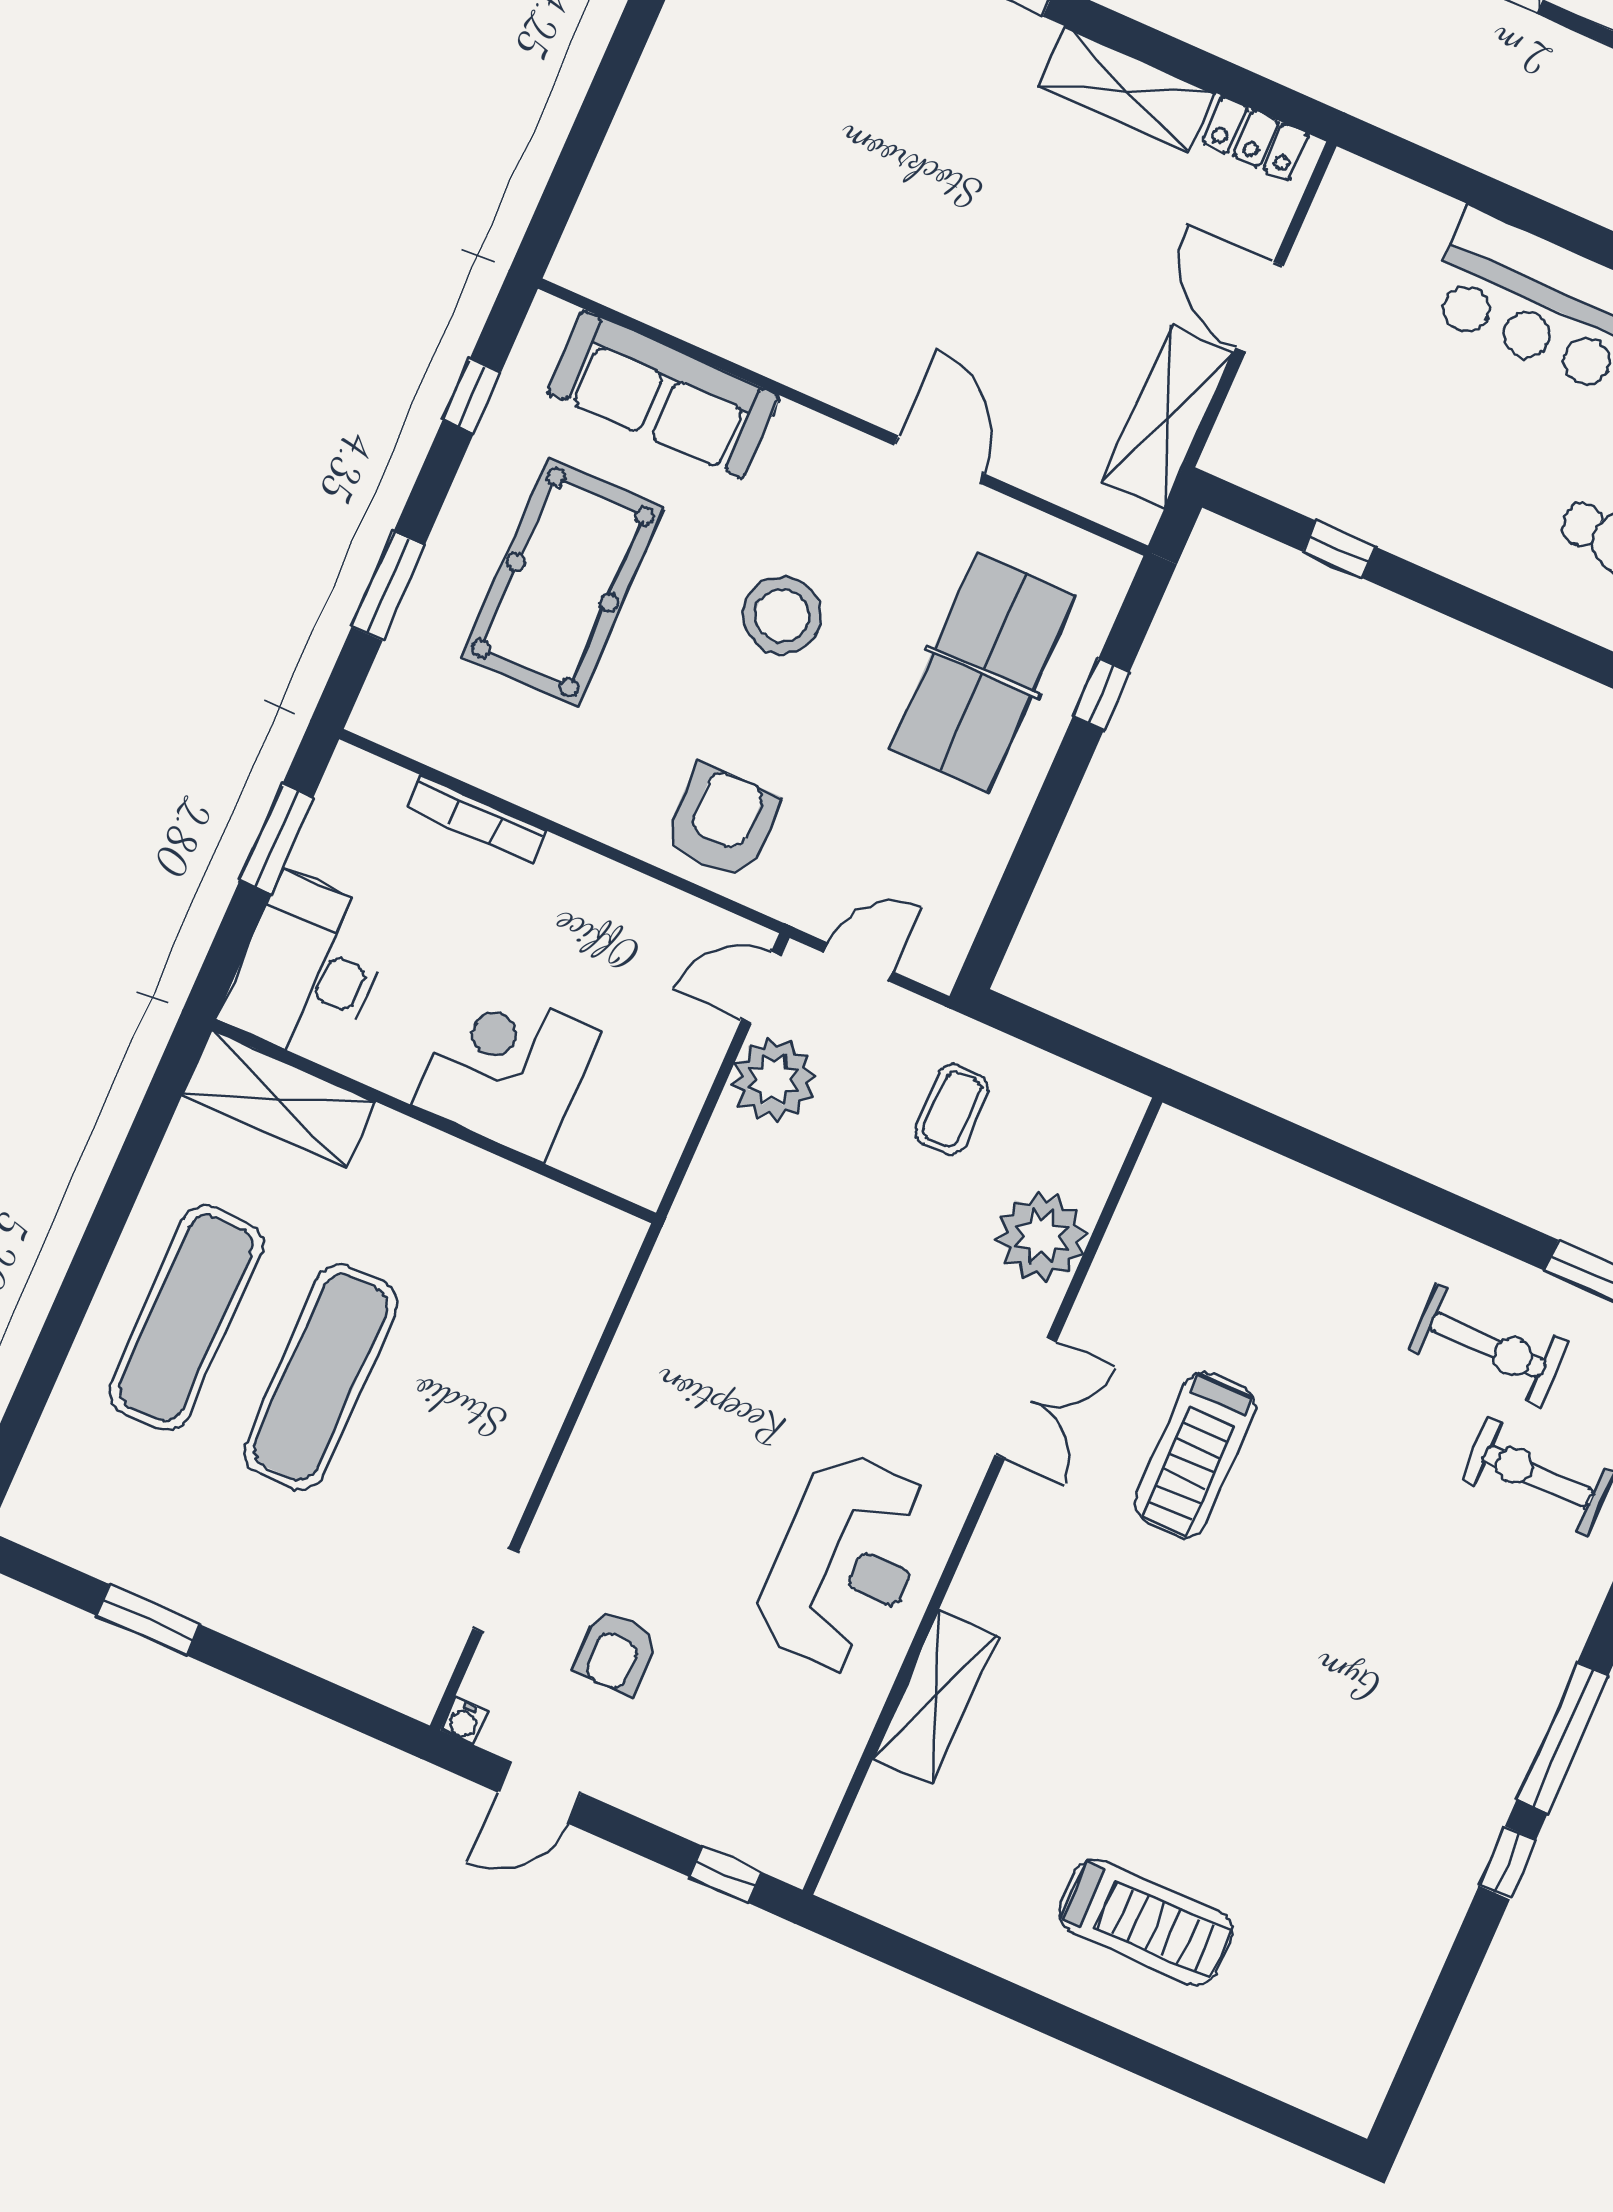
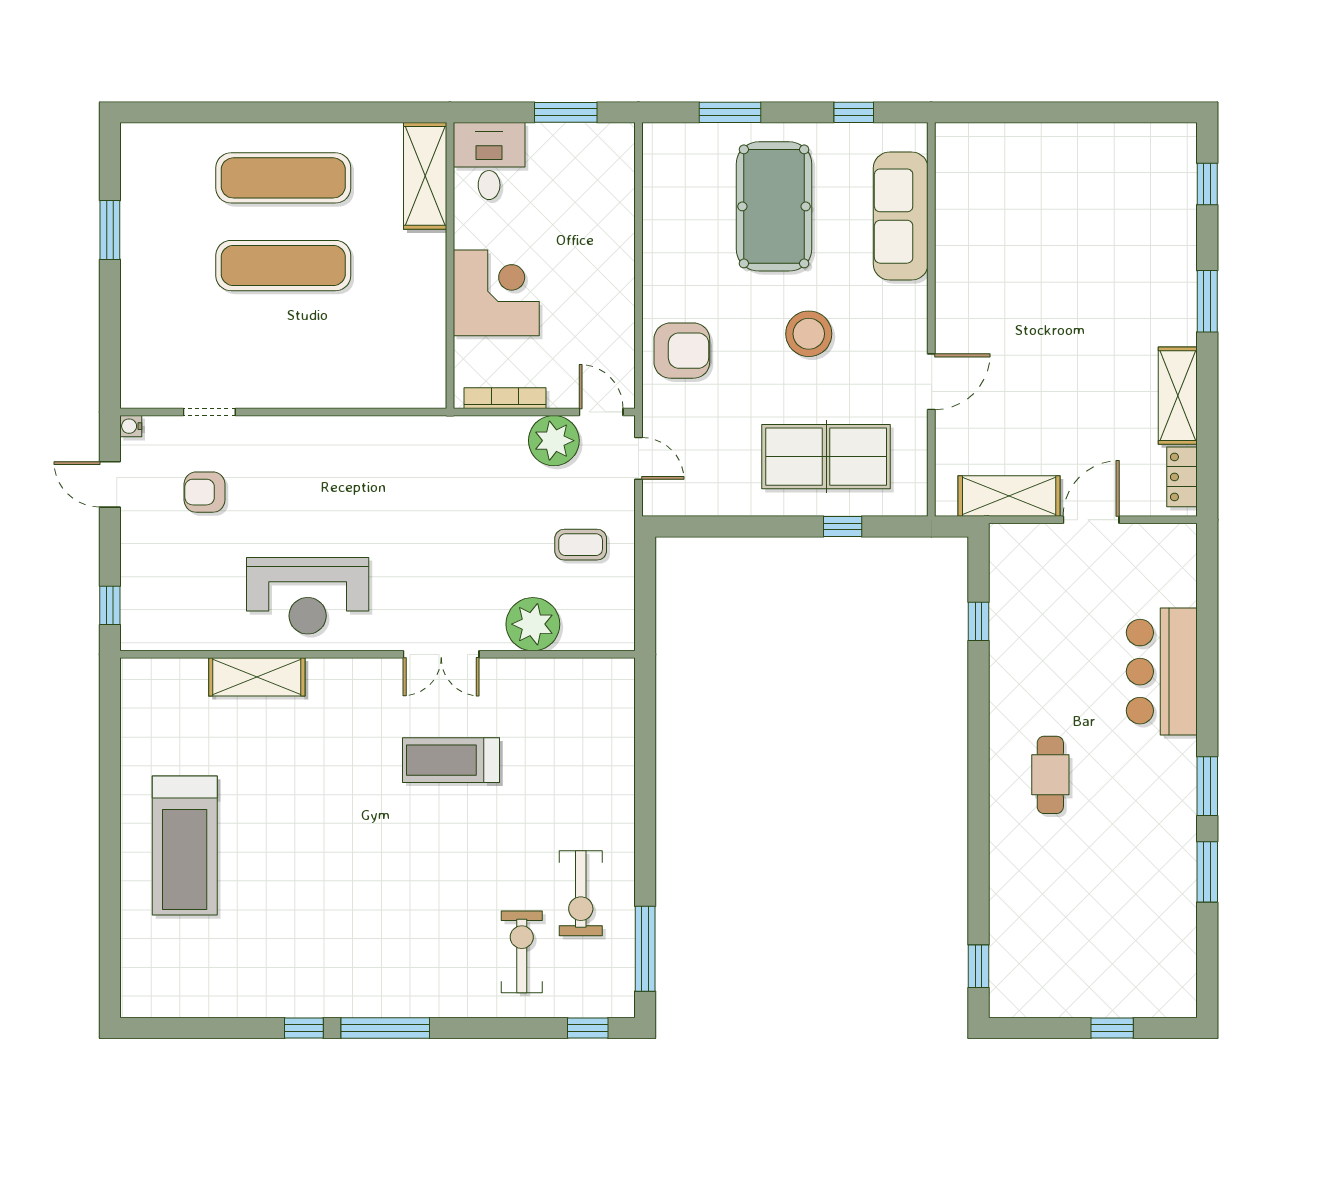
pool table: (563, 582) -> (774, 206), turned 90
bookcase: (476, 819) -> (505, 398), moved, turned 90
desk: (309, 969) -> (489, 161), width x0.73
treadmill: (1146, 1922) -> (185, 846), width x1.37, depth x1.38

